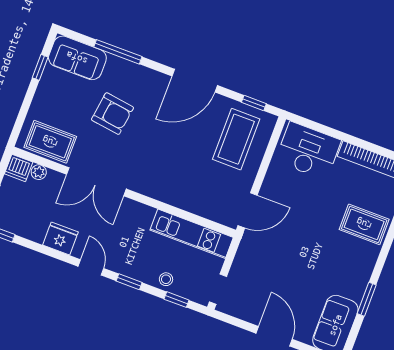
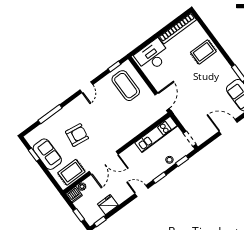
sofa: (77, 58) -> (47, 154), moved, turned -90
door: (195, 81) -> (86, 87), width x0.53
fridge: (60, 238) -> (108, 205), moved

